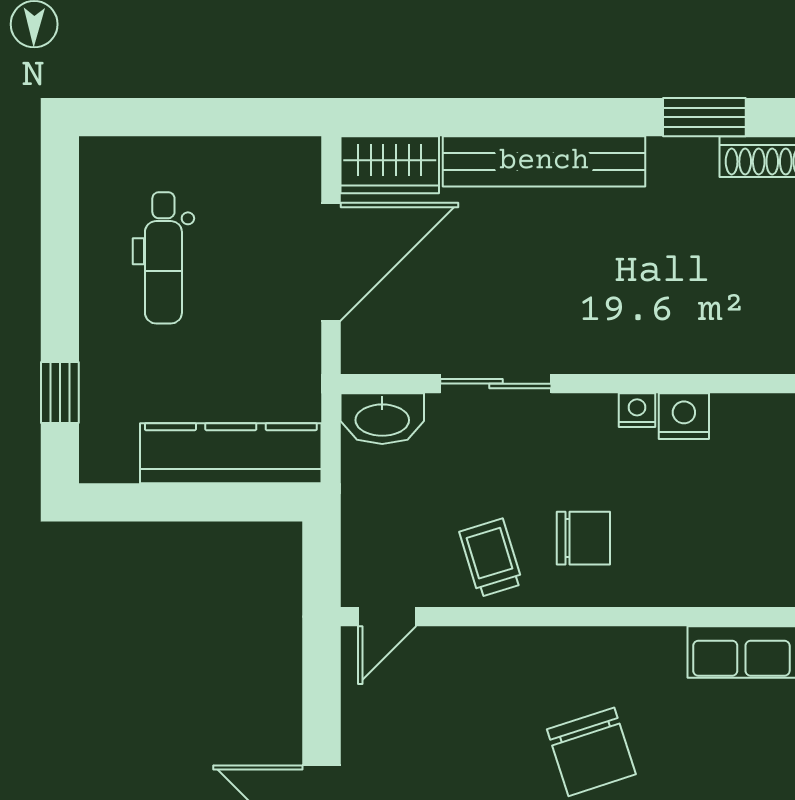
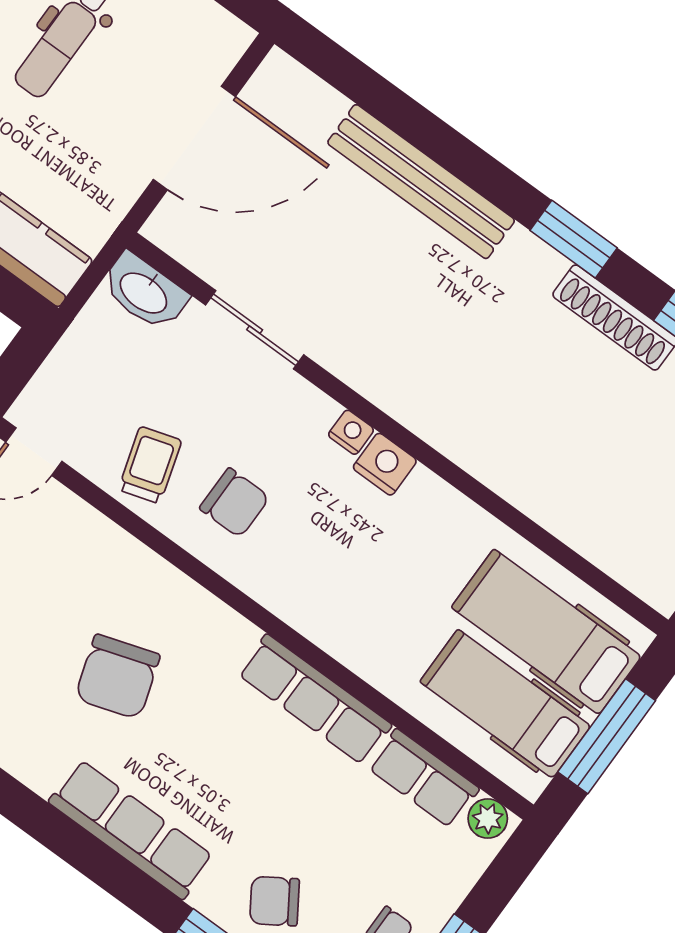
wardrobe: (390, 165) -> (297, 95), removed

